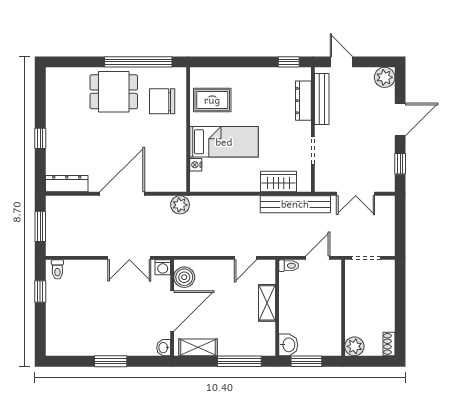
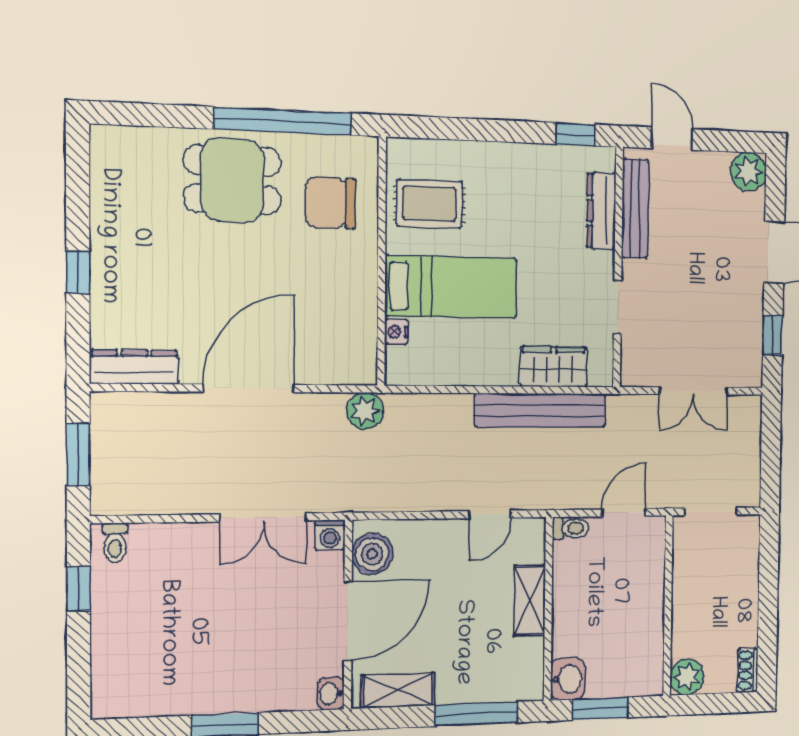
bench: (295, 204) -> (540, 410), moved

